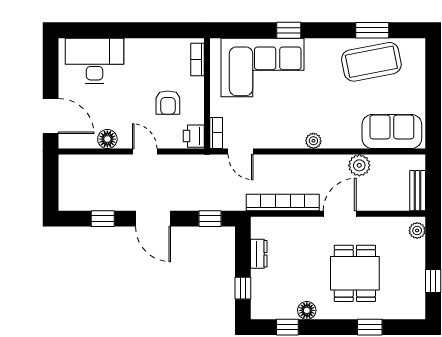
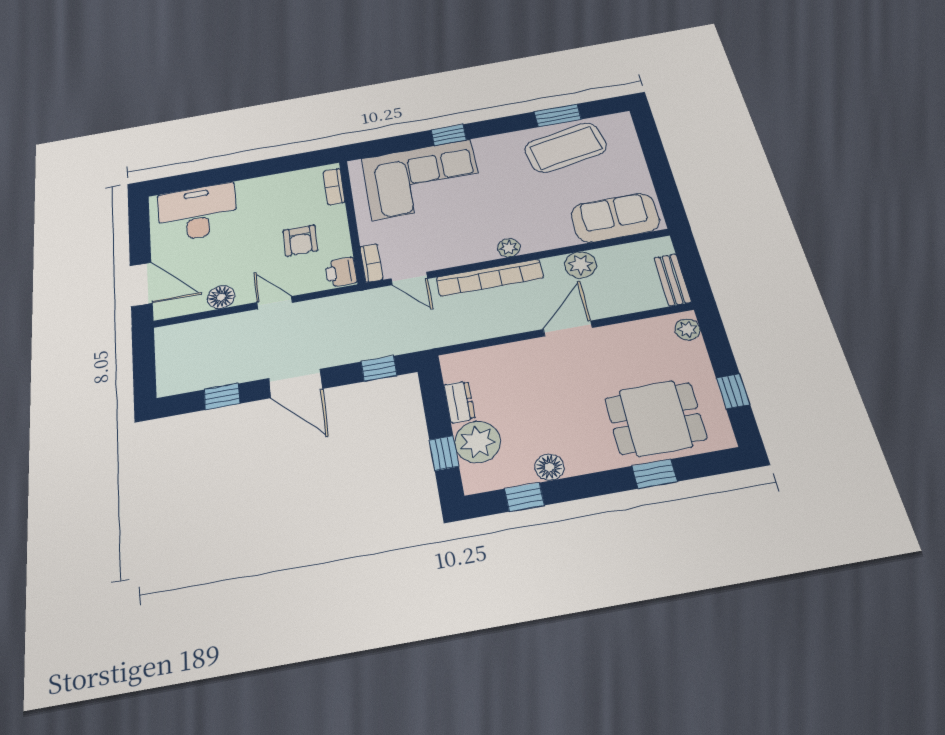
bookcase: (283, 202) -> (490, 278), moved, turned 180
dining table: (355, 273) -> (656, 418), moved, turned 90
plant: (265, 285) -> (477, 442), added

